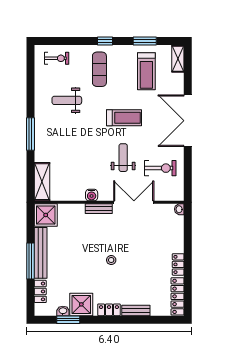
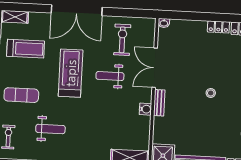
weight bench: (67, 100) -> (50, 129), turned -90
treadmill: (124, 118) -> (71, 73), width x1.37, depth x1.38

